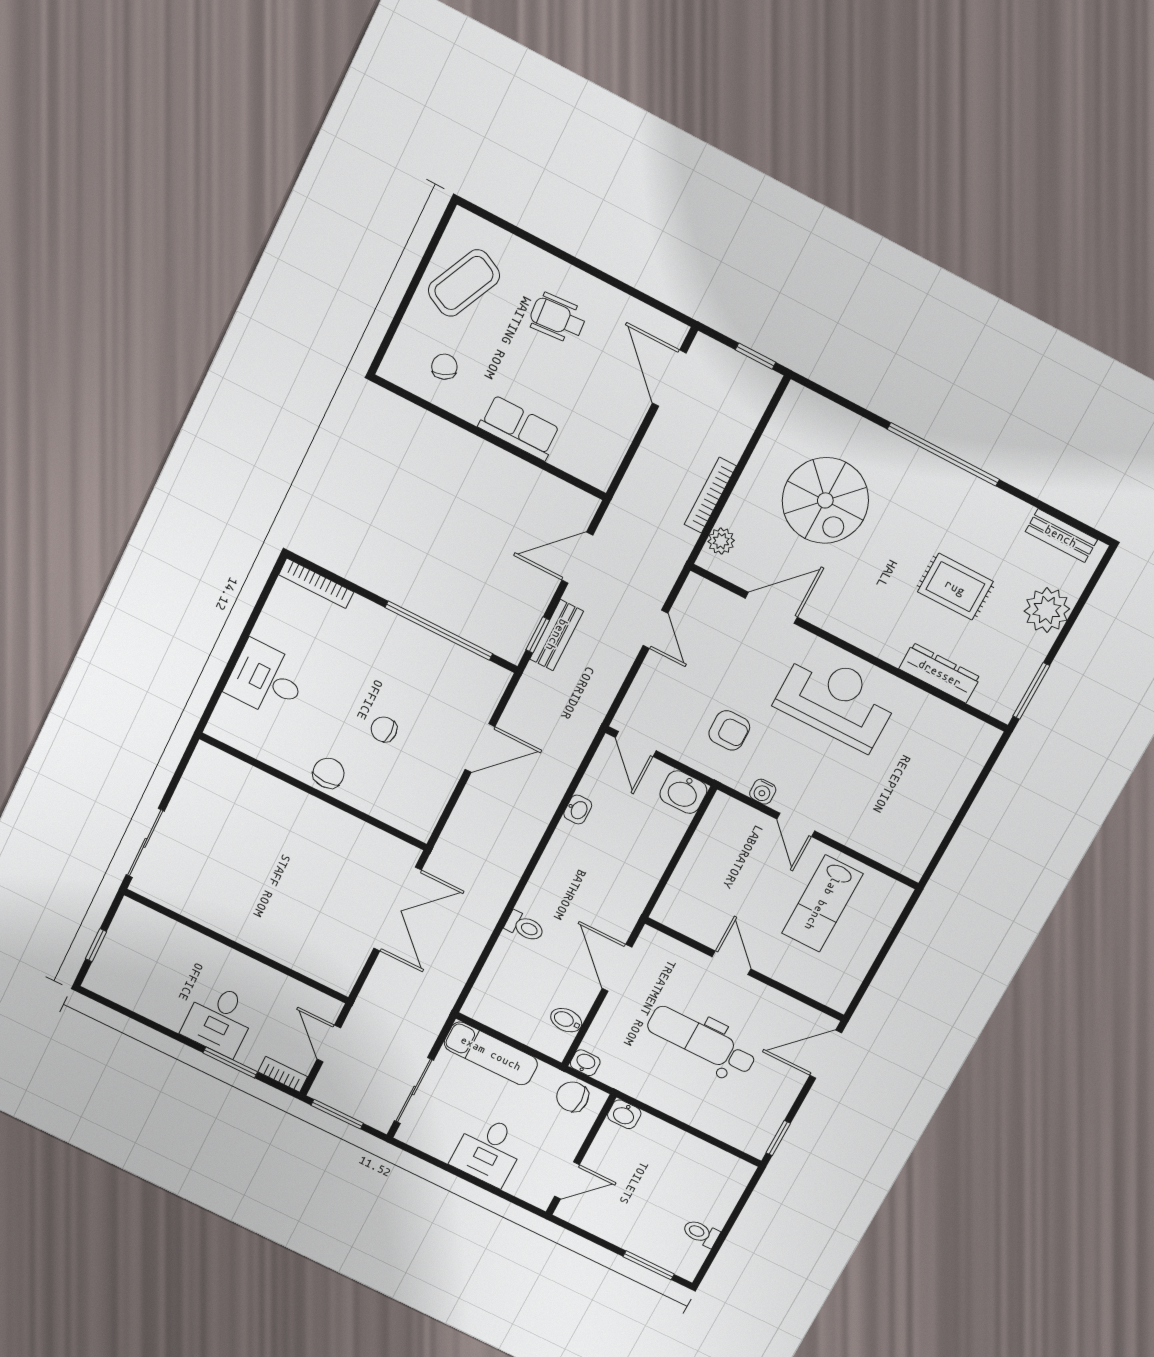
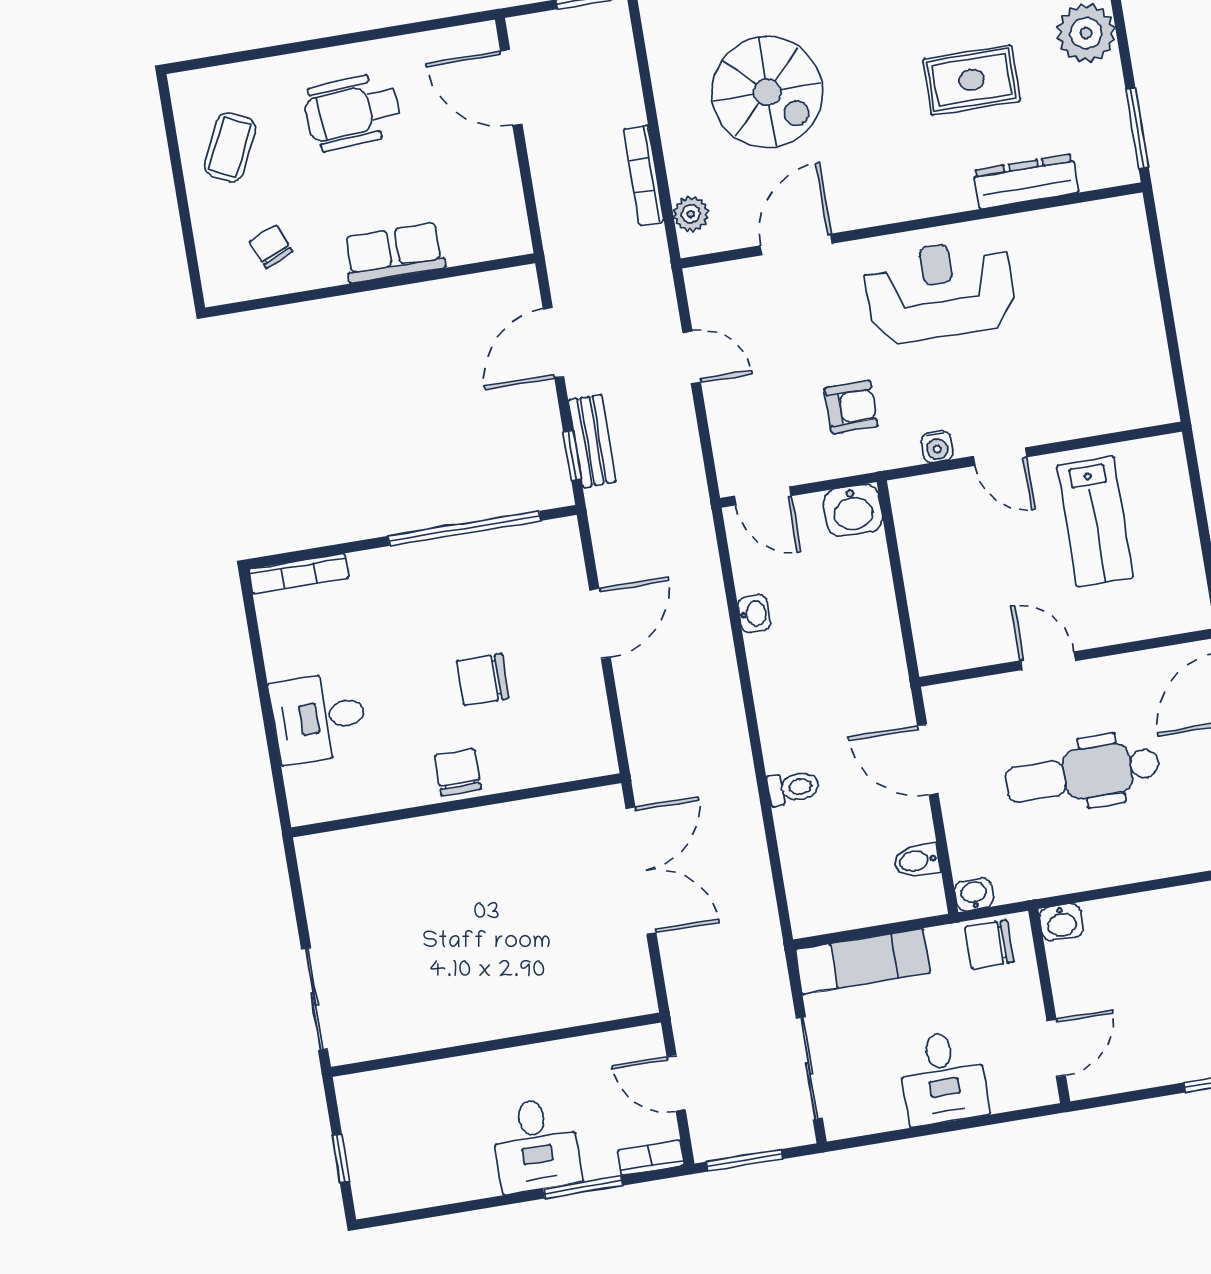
coffee table: (464, 283) -> (230, 147), width x0.73, depth x0.77
wheelchair: (558, 318) -> (352, 112), width x1.36, depth x1.37
chair: (384, 729) -> (483, 679), width x1.37, depth x1.37

